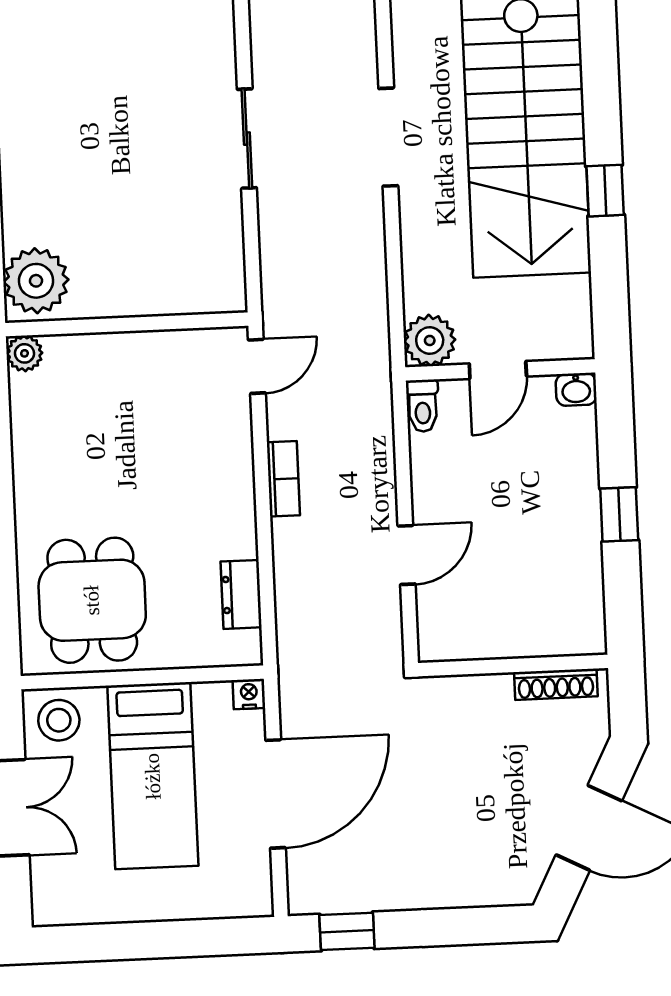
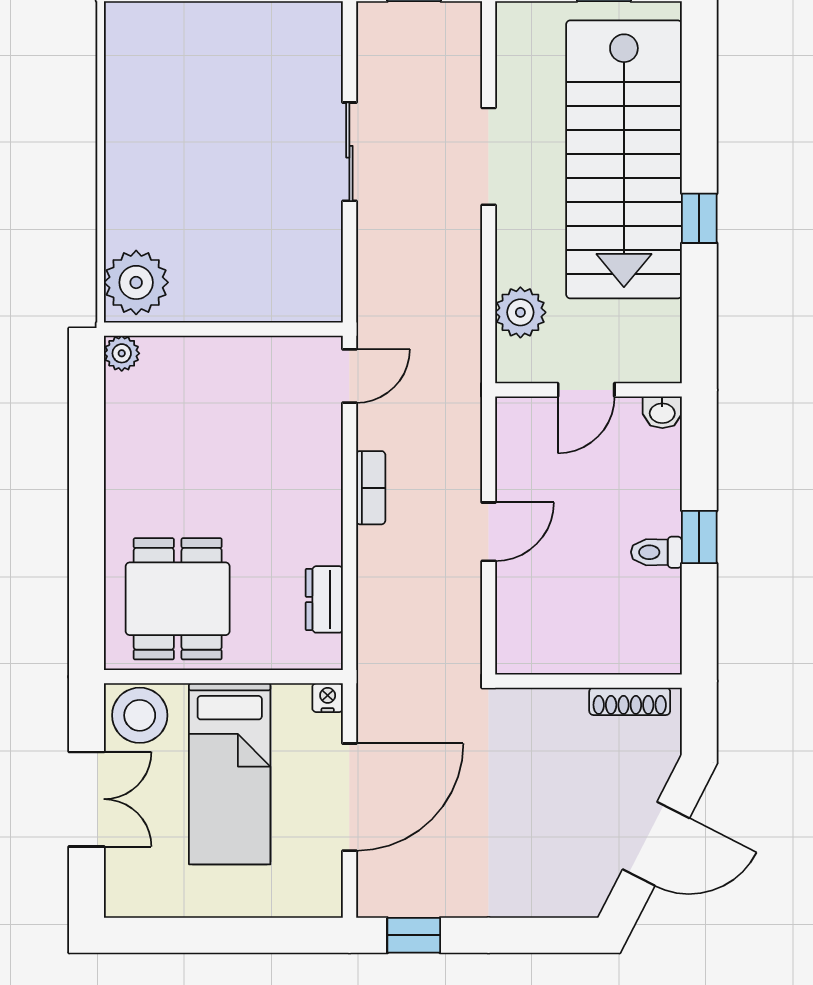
plant: (430, 340) -> (520, 312), moved
toilet: (423, 406) -> (656, 552), moved, turned 90
door: (407, 555) -> (489, 532), moved
stool: (59, 720) -> (140, 715), width x1.38, depth x1.38

